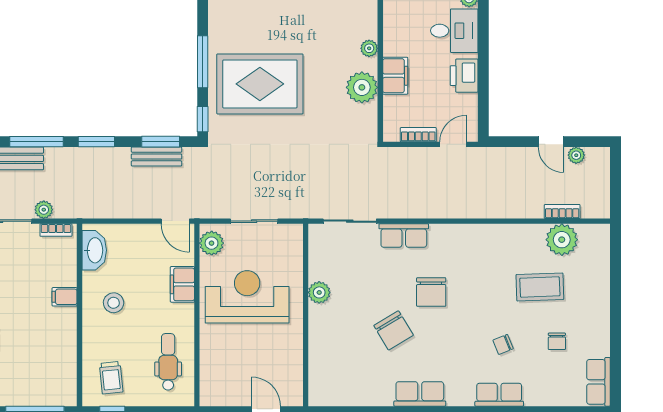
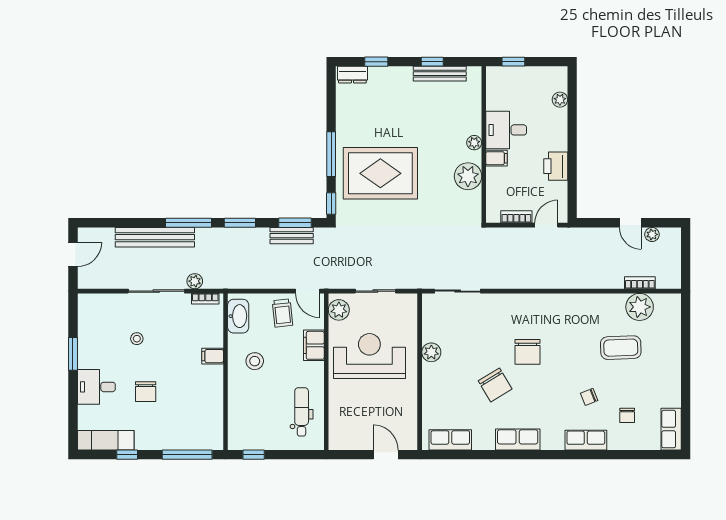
desk: (454, 31) -> (506, 130), moved, turned 180
filing cabinet: (395, 76) -> (497, 158), width x0.50
row of seats: (404, 236) -> (450, 440), moved, turned 180
chair: (557, 341) -> (627, 415), moved
trolley: (111, 378) -> (282, 313), moved

